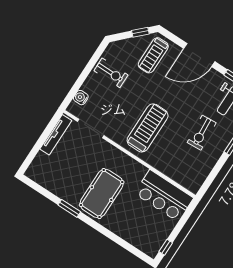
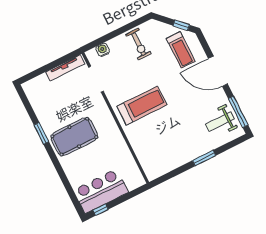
treadmill: (153, 55) -> (181, 50), turned -90
exercise bike: (202, 133) -> (183, 135), removed
bar counter: (164, 196) -> (101, 191), moved, turned 90

